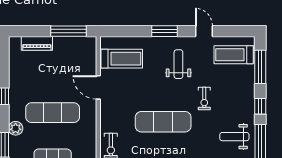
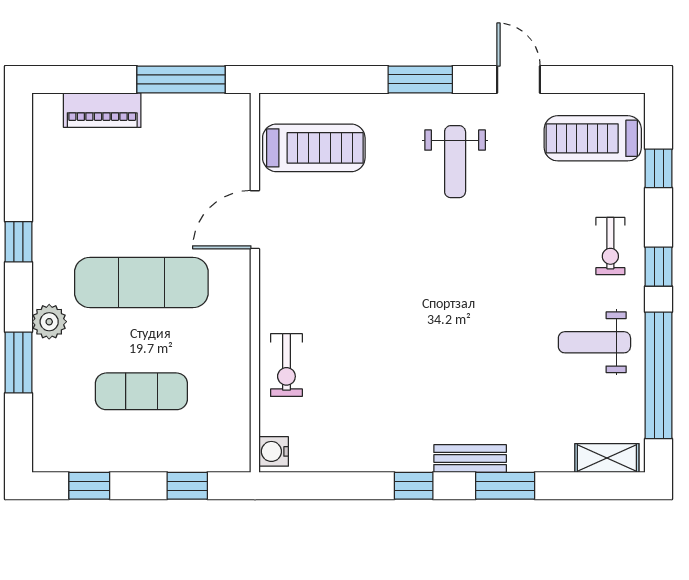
weight bench: (178, 64) -> (455, 162), turned 180
window: (260, 67) -> (659, 168), width x0.46
door: (98, 87) -> (255, 220), hinge flipped
exercise bike: (204, 99) -> (610, 246), moved
exercise mat: (163, 122) -> (417, 305), removed

